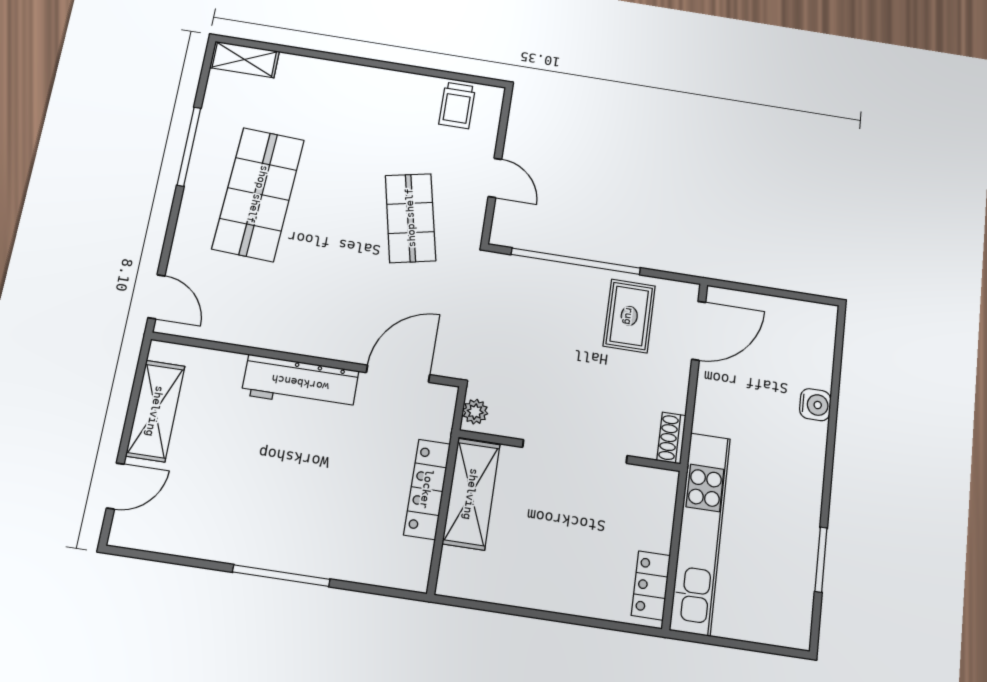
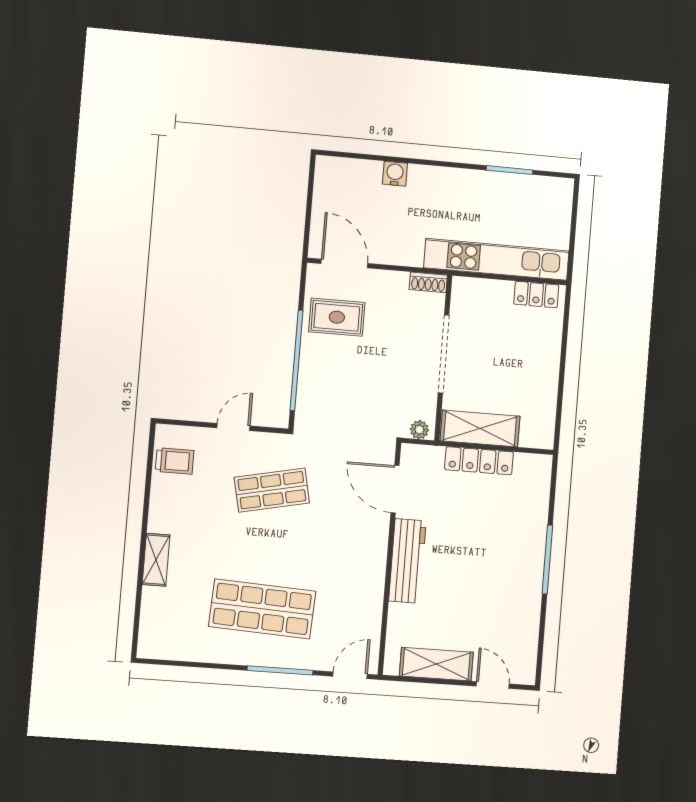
shelving: (244, 59) -> (156, 560), moved
window: (189, 147) -> (280, 670), moved

